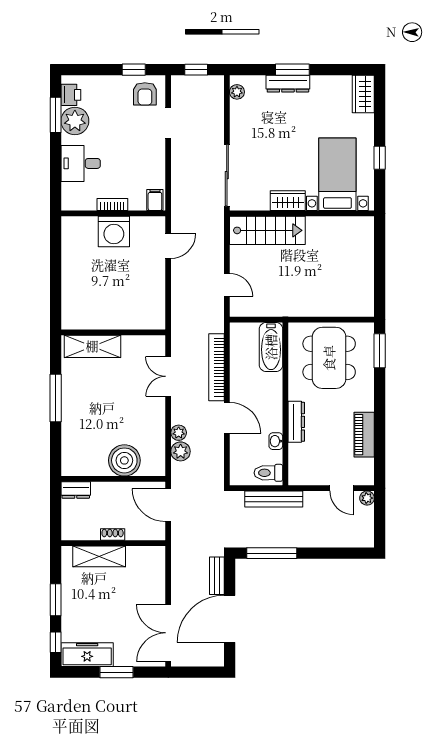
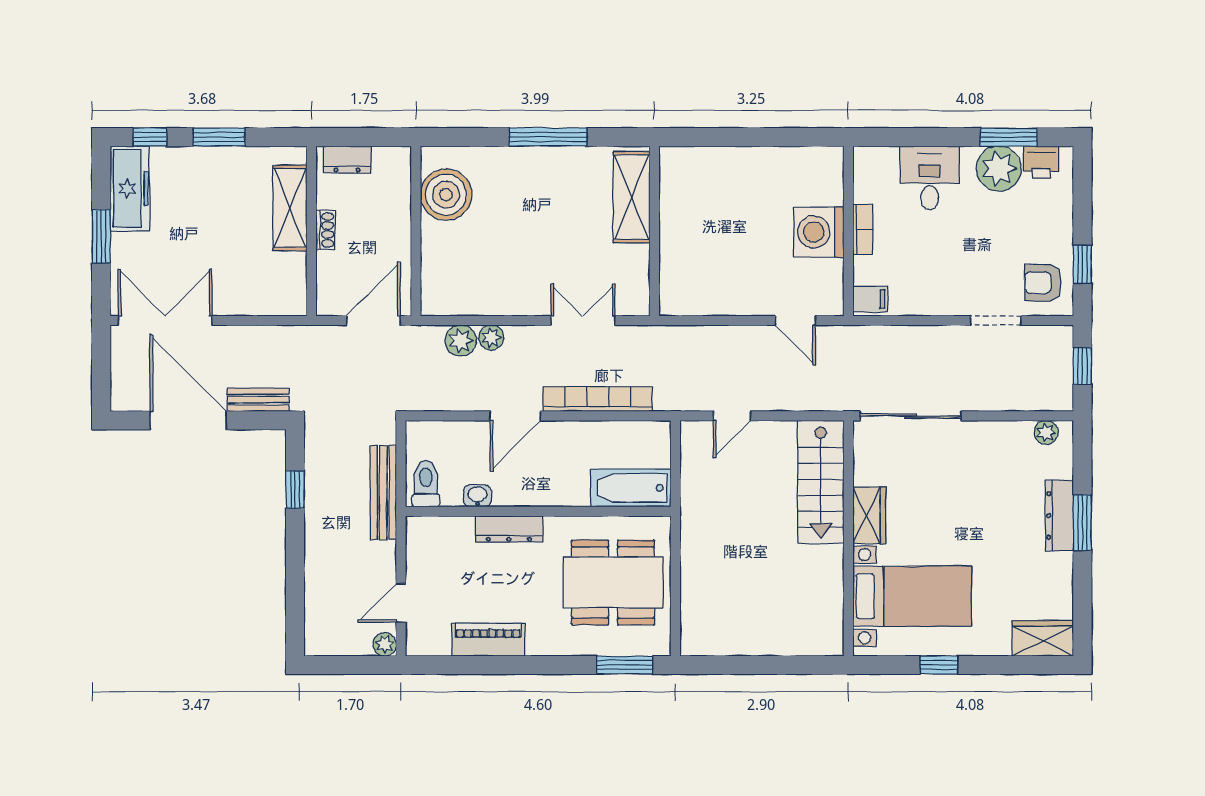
boiler: (124, 460) -> (446, 195), moved
dresser: (76, 490) -> (347, 160), moved, turned -90
window: (272, 553) -> (295, 489), width x0.46

